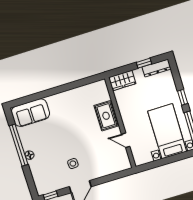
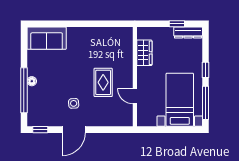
wardrobe: (122, 81) -> (144, 53), moved, turned -90
rug: (106, 116) -> (103, 82), moved
window: (19, 145) -> (24, 90), moved

